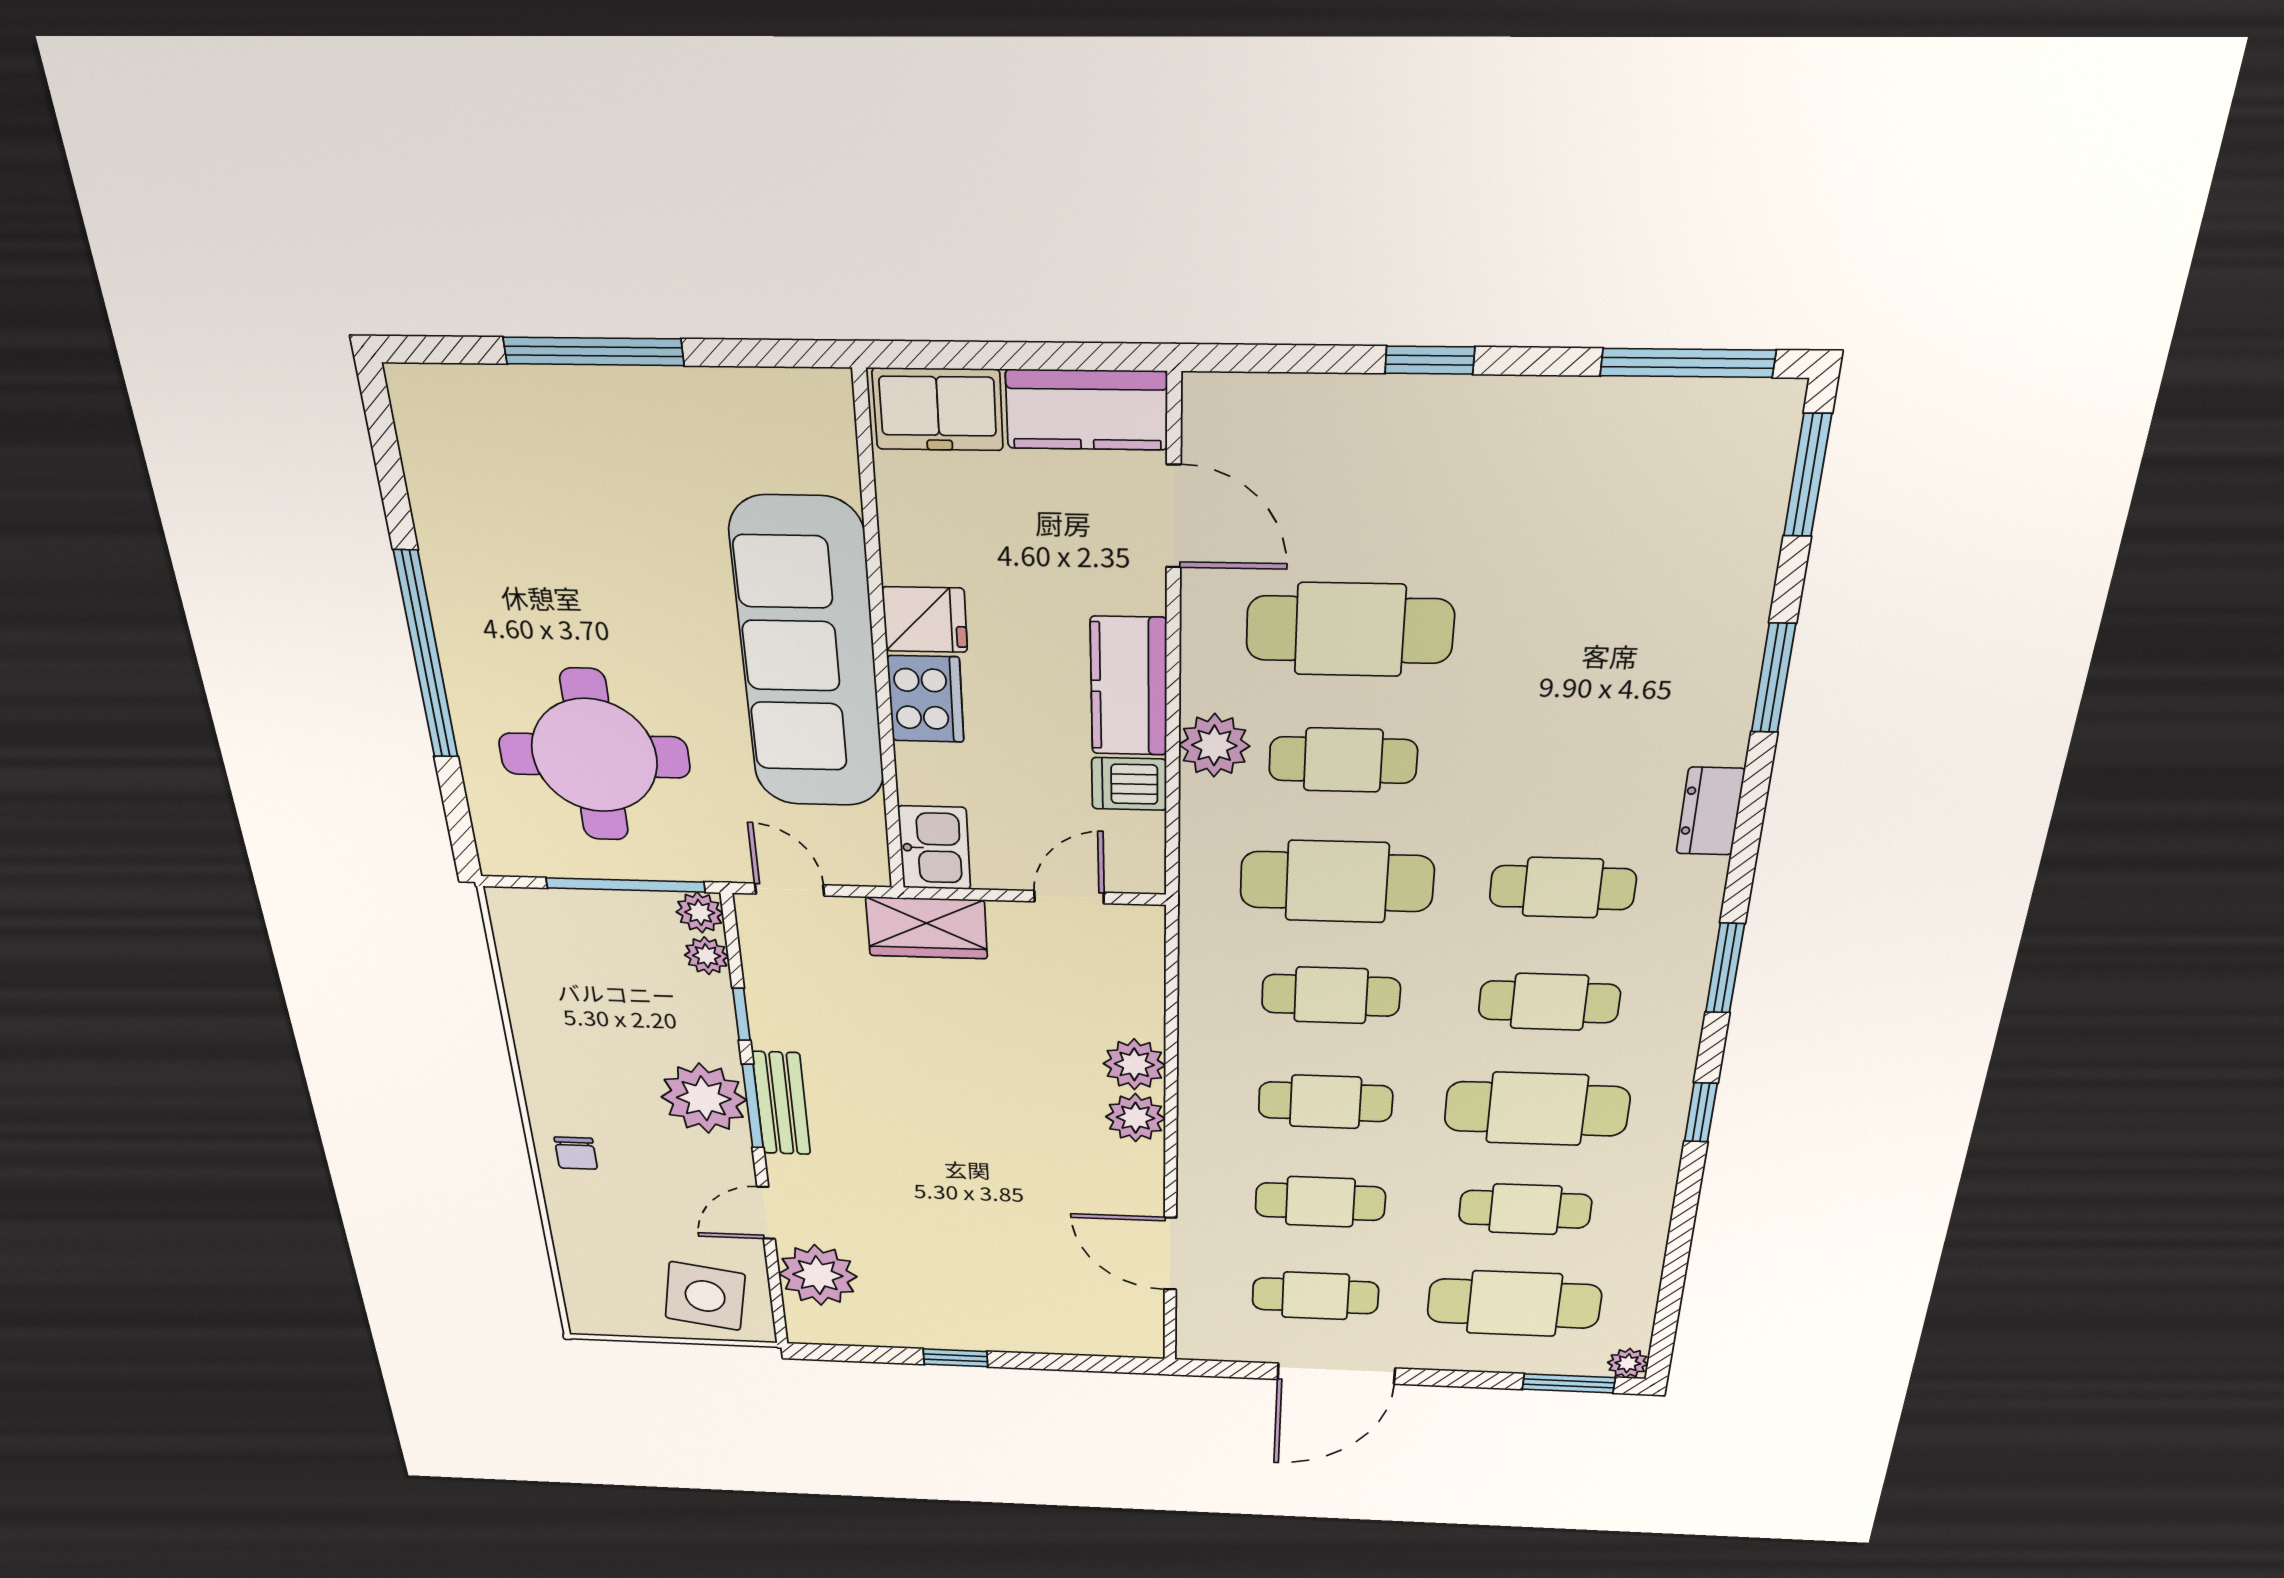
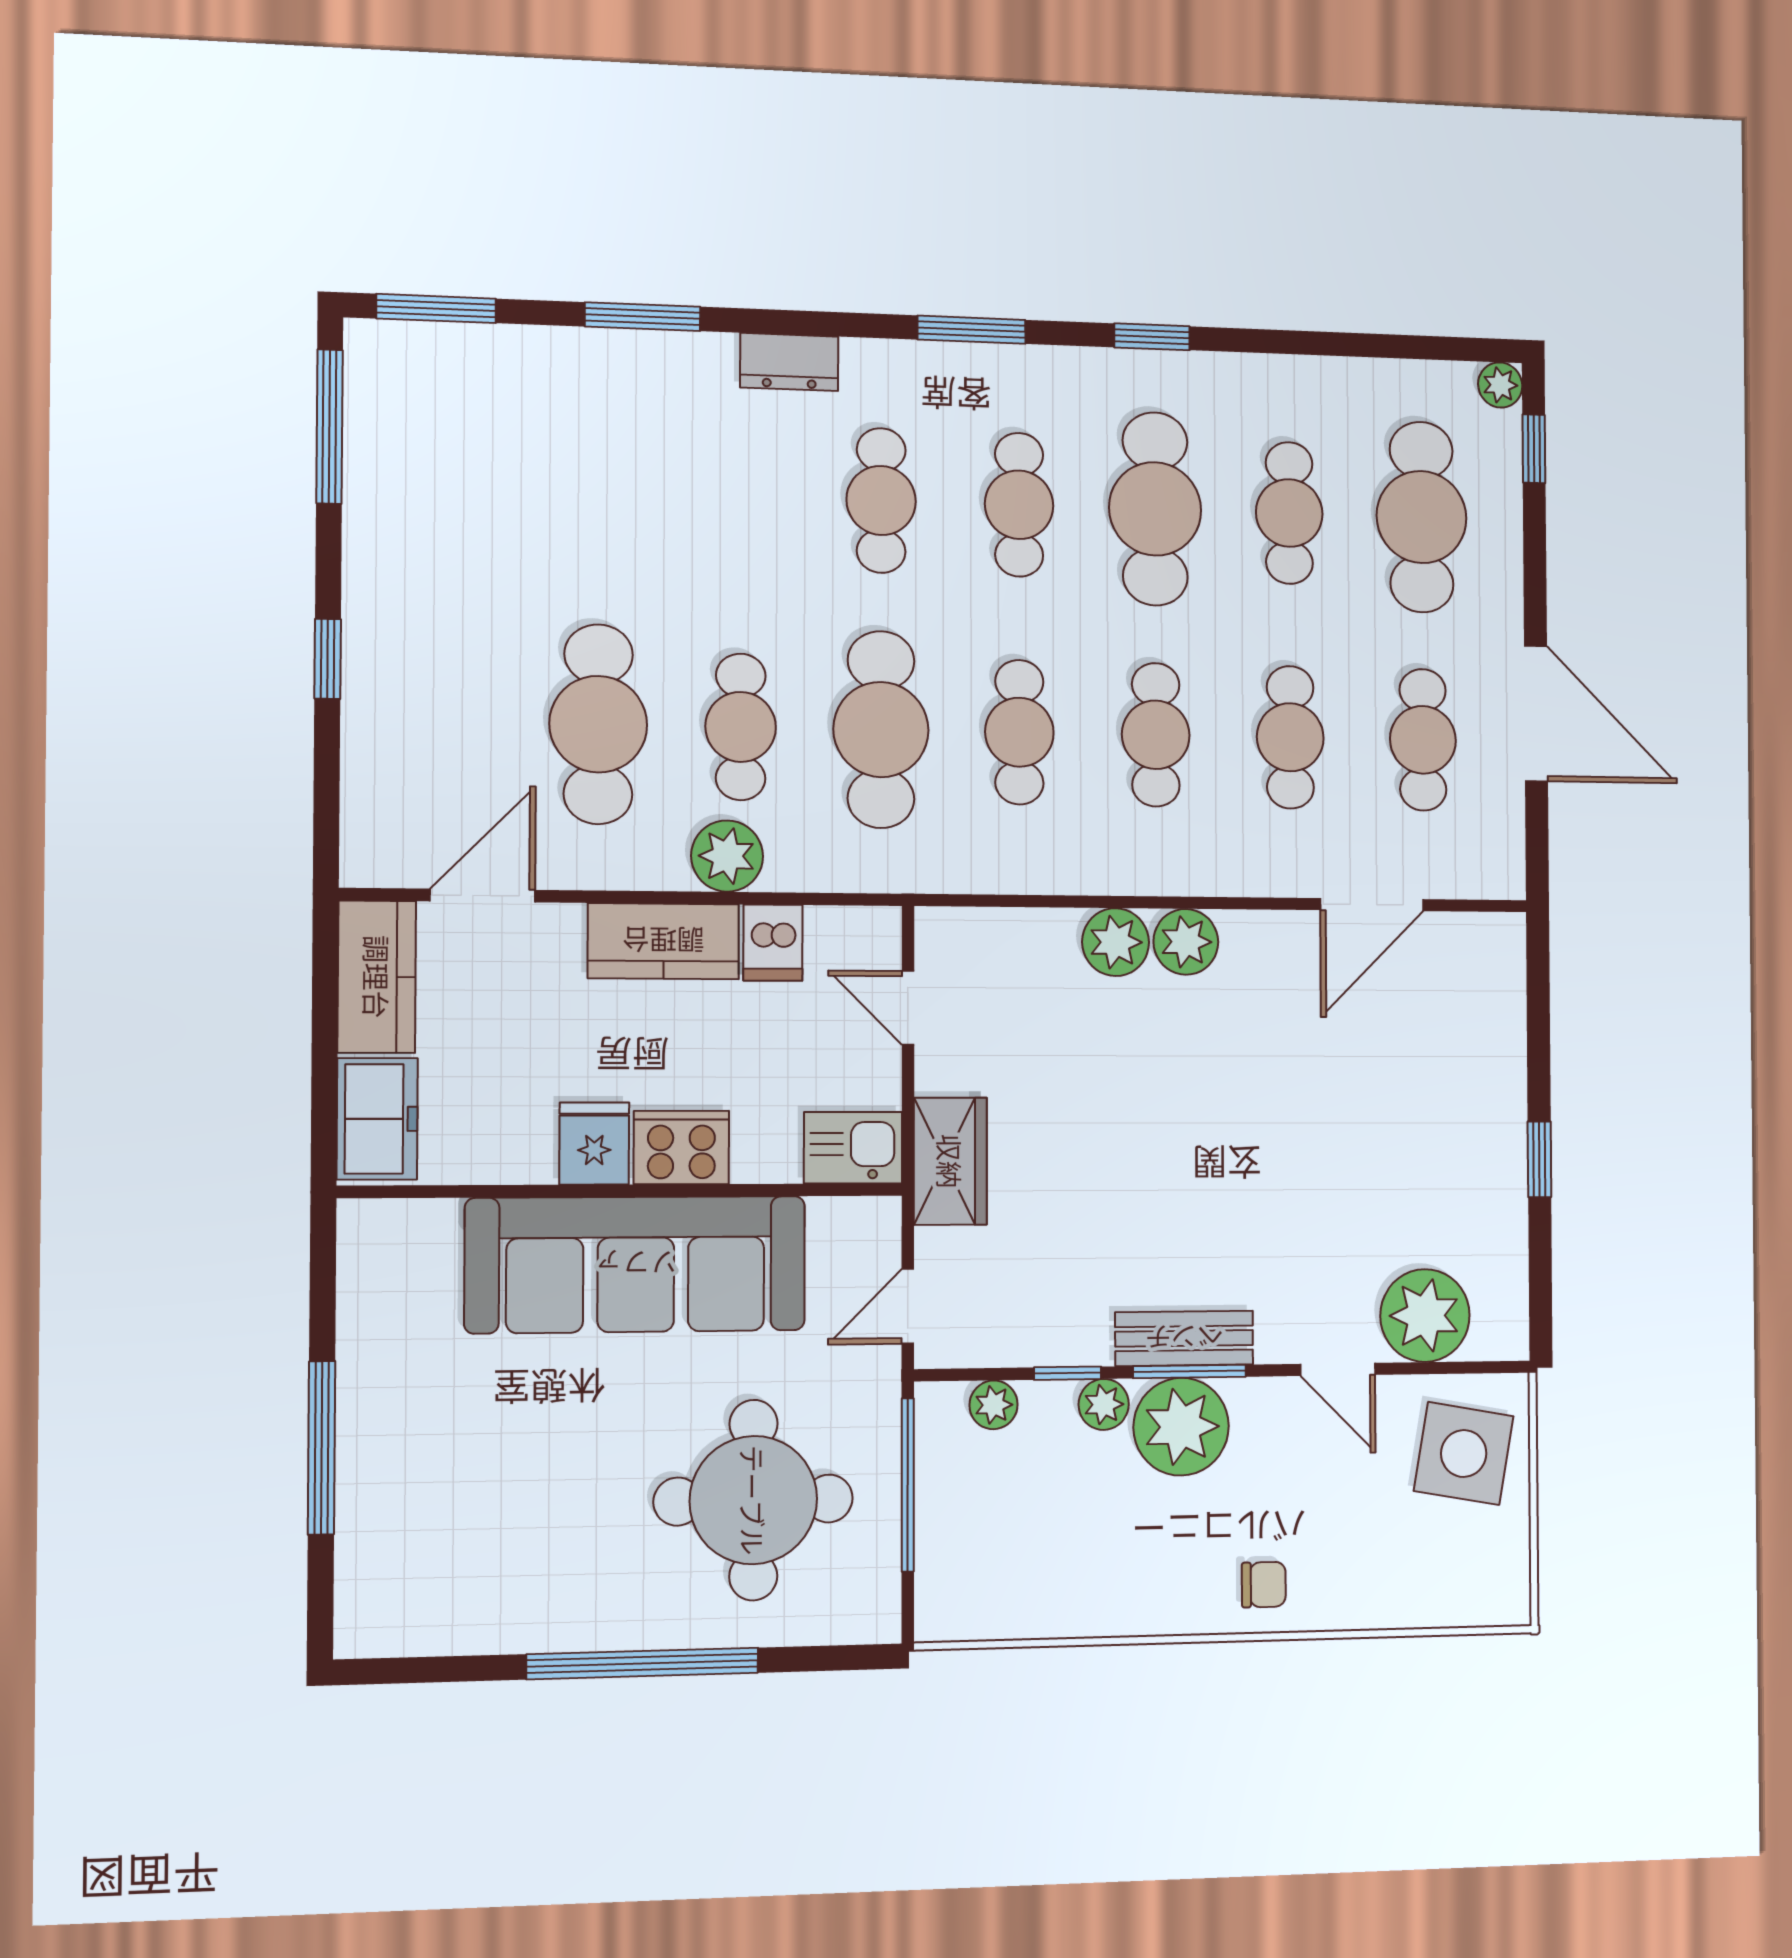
plant: (700, 912) -> (1104, 1404), moved
window: (1569, 1383) -> (1534, 449), width x0.67

